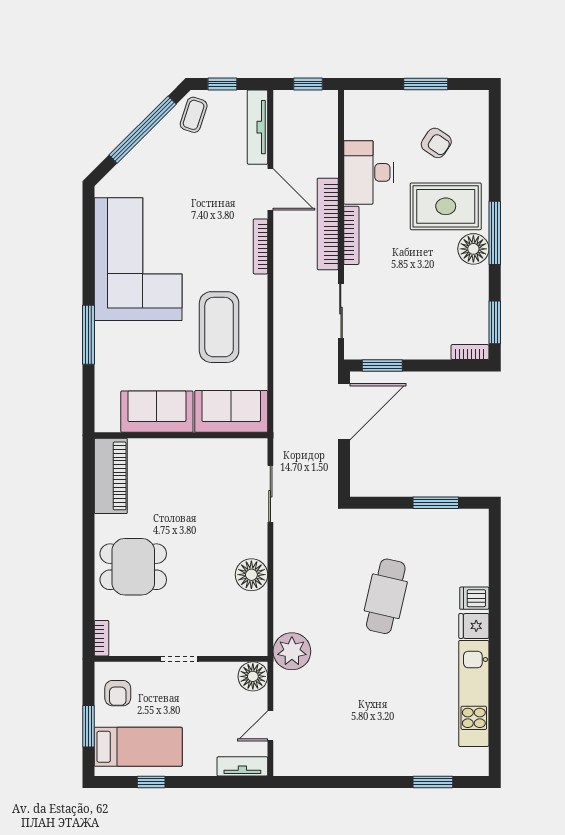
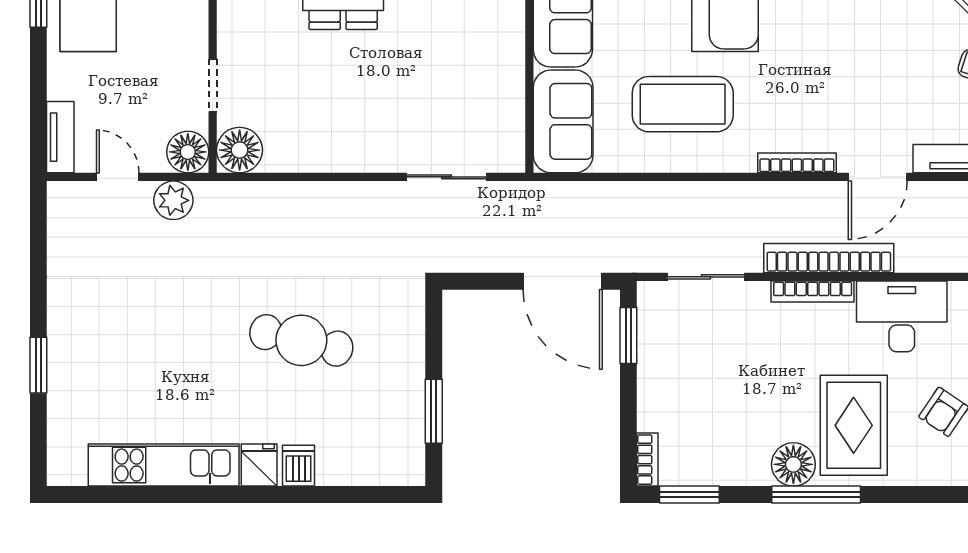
floor lamp: (251, 575) -> (240, 150), moved
plant: (292, 651) -> (173, 200), moved, width x0.73, depth x0.73
doorway: (179, 659) -> (213, 85), moved
window: (433, 782) -> (38, 365), moved

